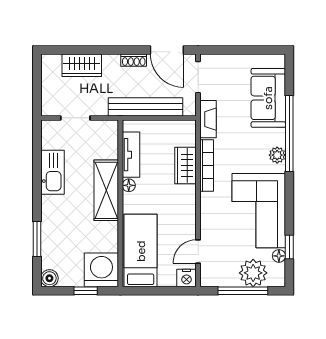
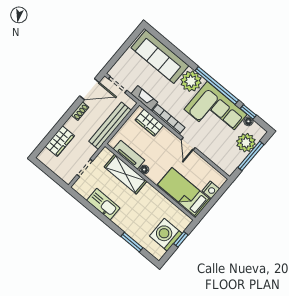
sofa: (268, 98) -> (160, 57), width x1.36
window: (289, 133) -> (217, 85), moved
plant: (277, 155) -> (191, 81), width x1.88, depth x1.88
wardrobe: (185, 165) -> (149, 123), moved
shelving: (106, 190) -> (126, 174), moved
door: (198, 251) -> (188, 144), moved
washing machine: (101, 270) -> (166, 235), moved
boiler: (49, 278) -> (158, 253), removed
nightstand: (187, 278) -> (211, 190), moved

